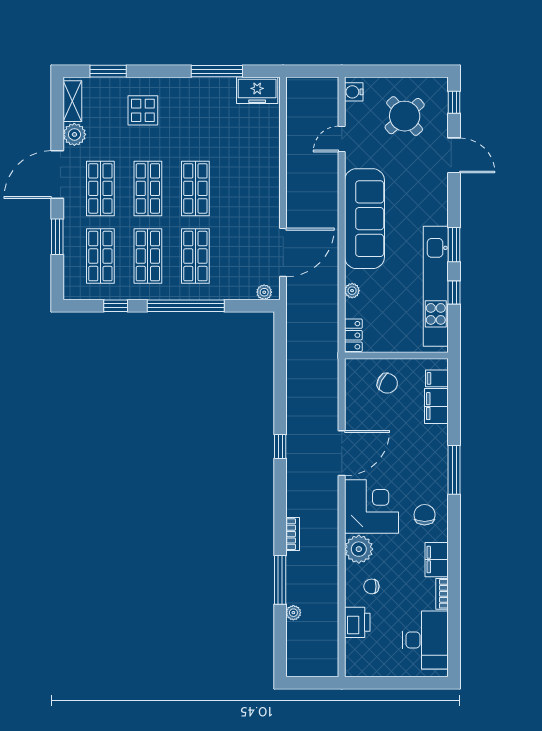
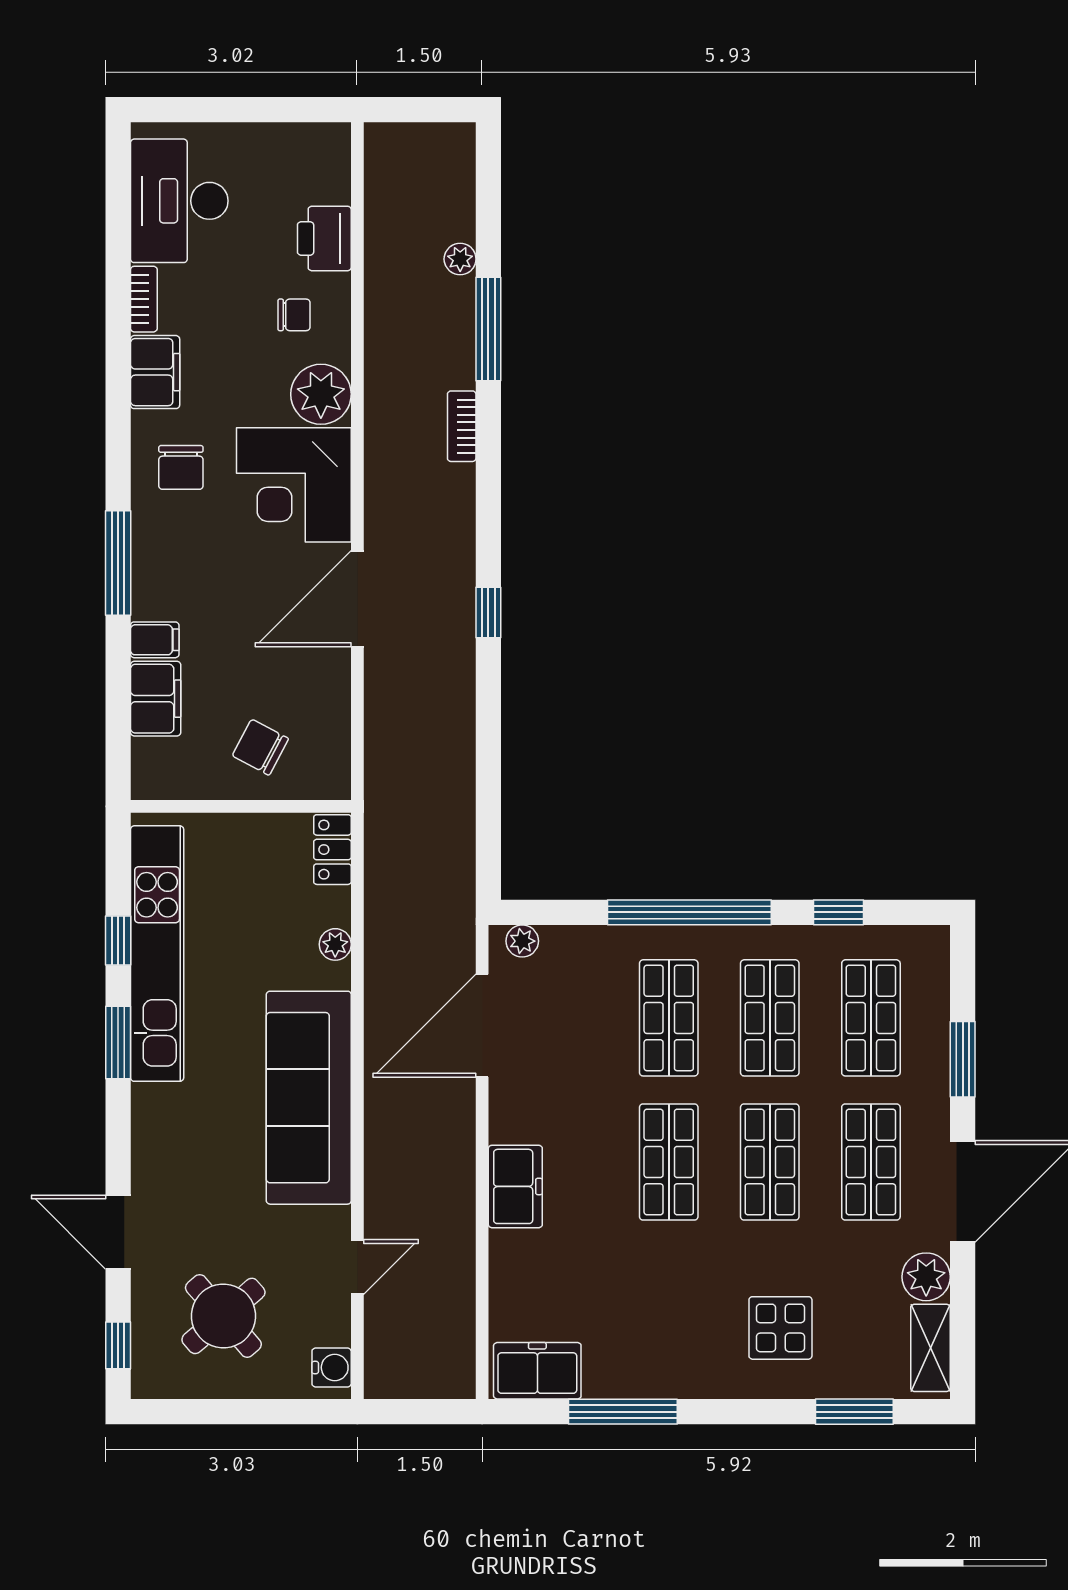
freezer: (267, 177) -> (515, 1186), added
filing cabinet: (437, 378) -> (155, 640), moved

